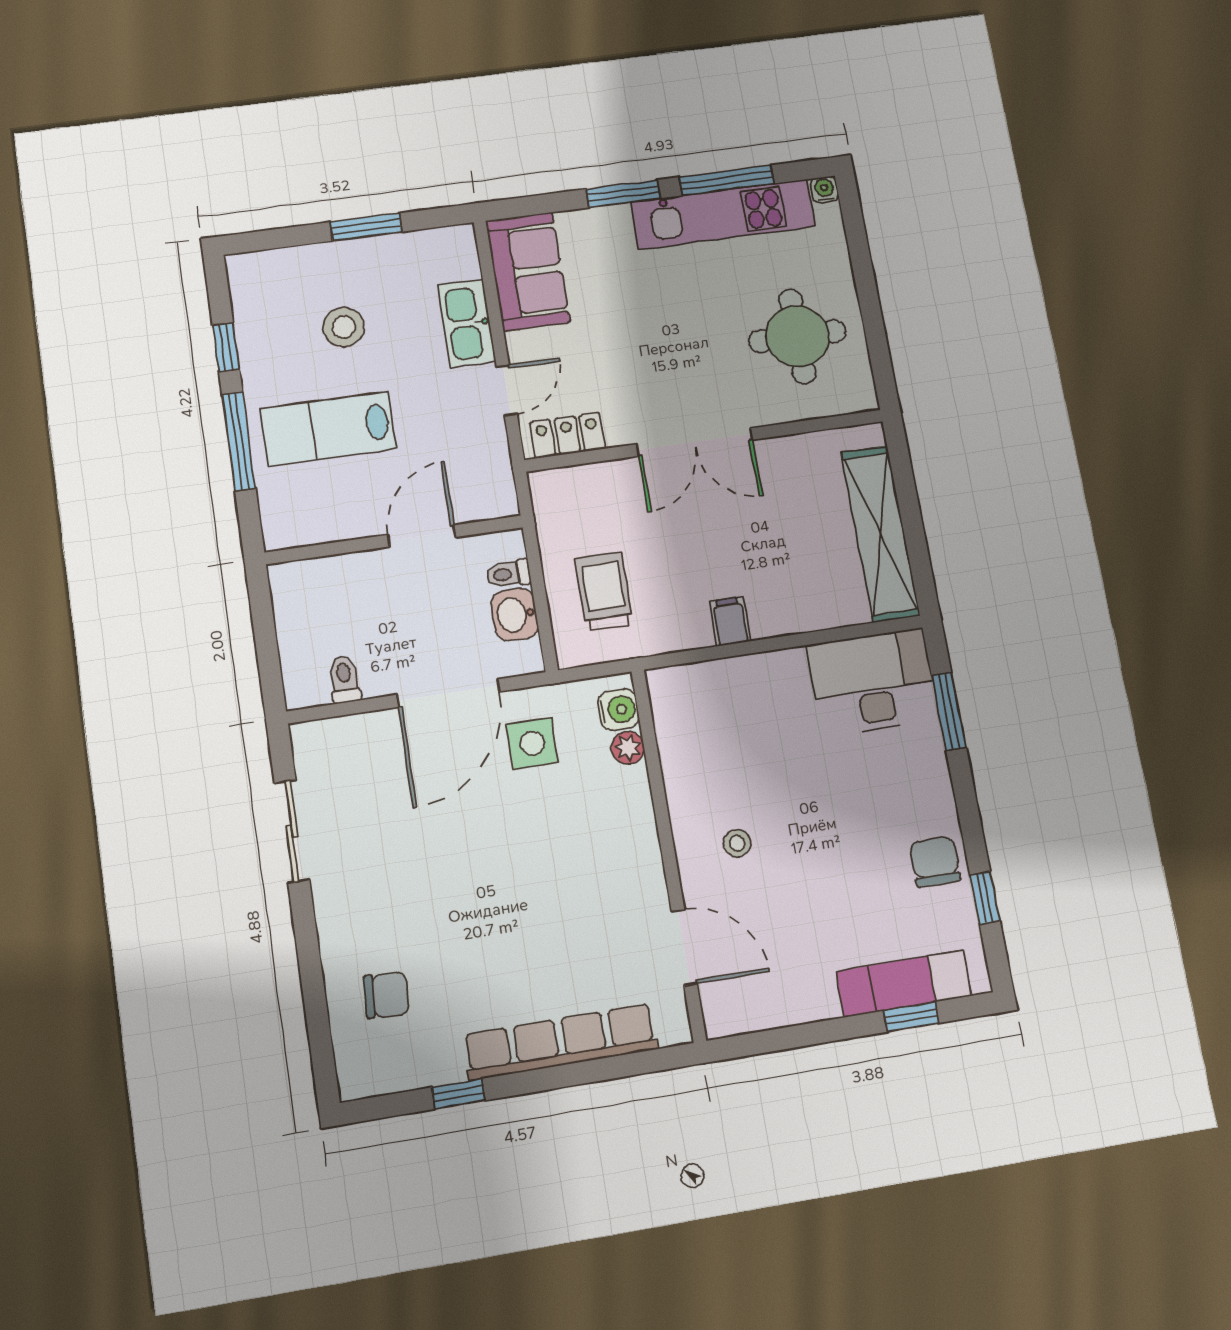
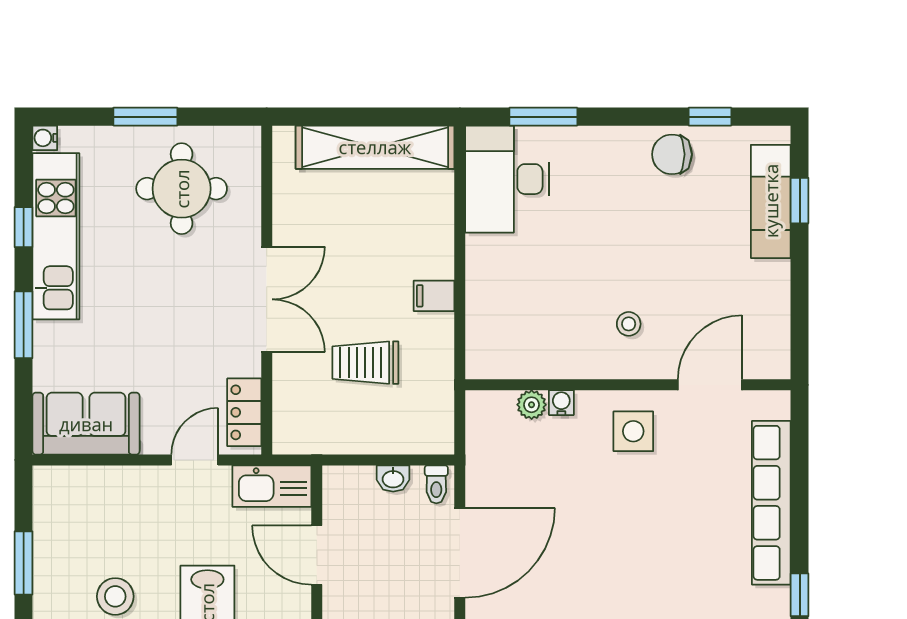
window: (727, 180) -> (24, 227), width x0.46
window: (867, 289) -> (145, 117), added
kitchen sink: (467, 323) -> (272, 486), moved
door: (507, 390) -> (195, 460), hinge flipped
toilet: (508, 574) -> (436, 484), moved
trolley: (604, 591) -> (365, 363), moved
washbasin: (515, 614) -> (393, 478), width x0.72, depth x0.69
door: (448, 693) -> (460, 553), hinge flipped
water cooler: (618, 710) -> (561, 403), moved, width x0.72, depth x0.72
side table: (532, 743) -> (633, 431), moved

